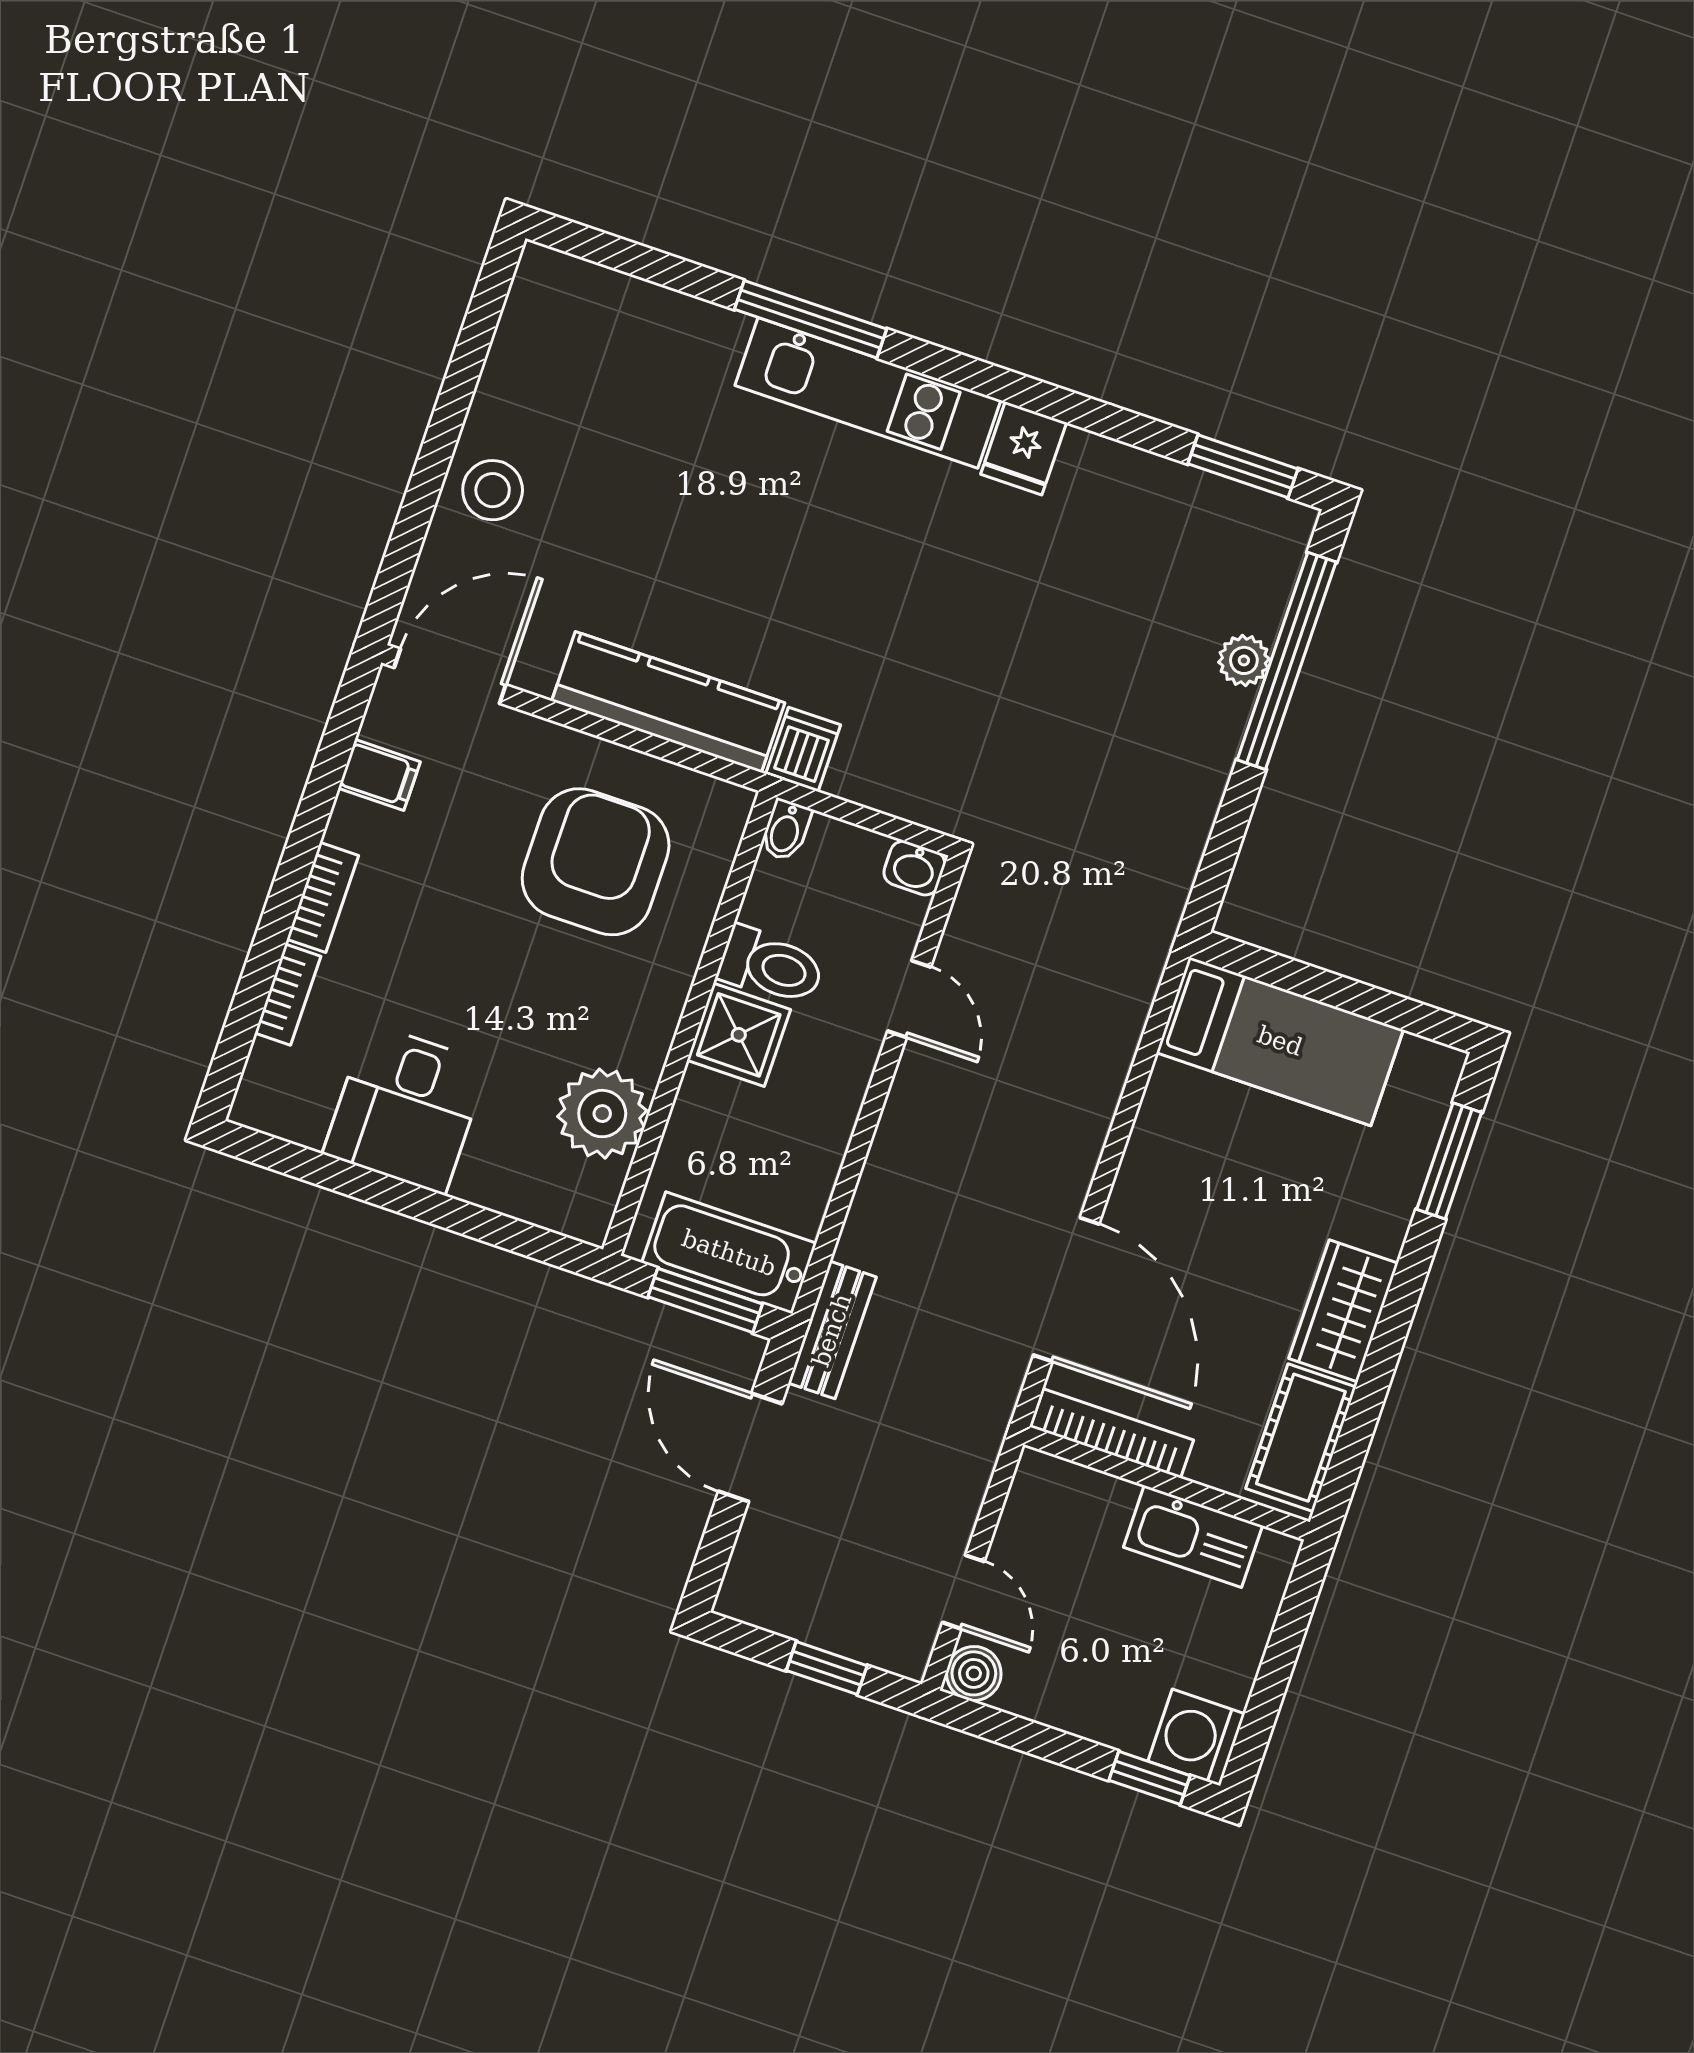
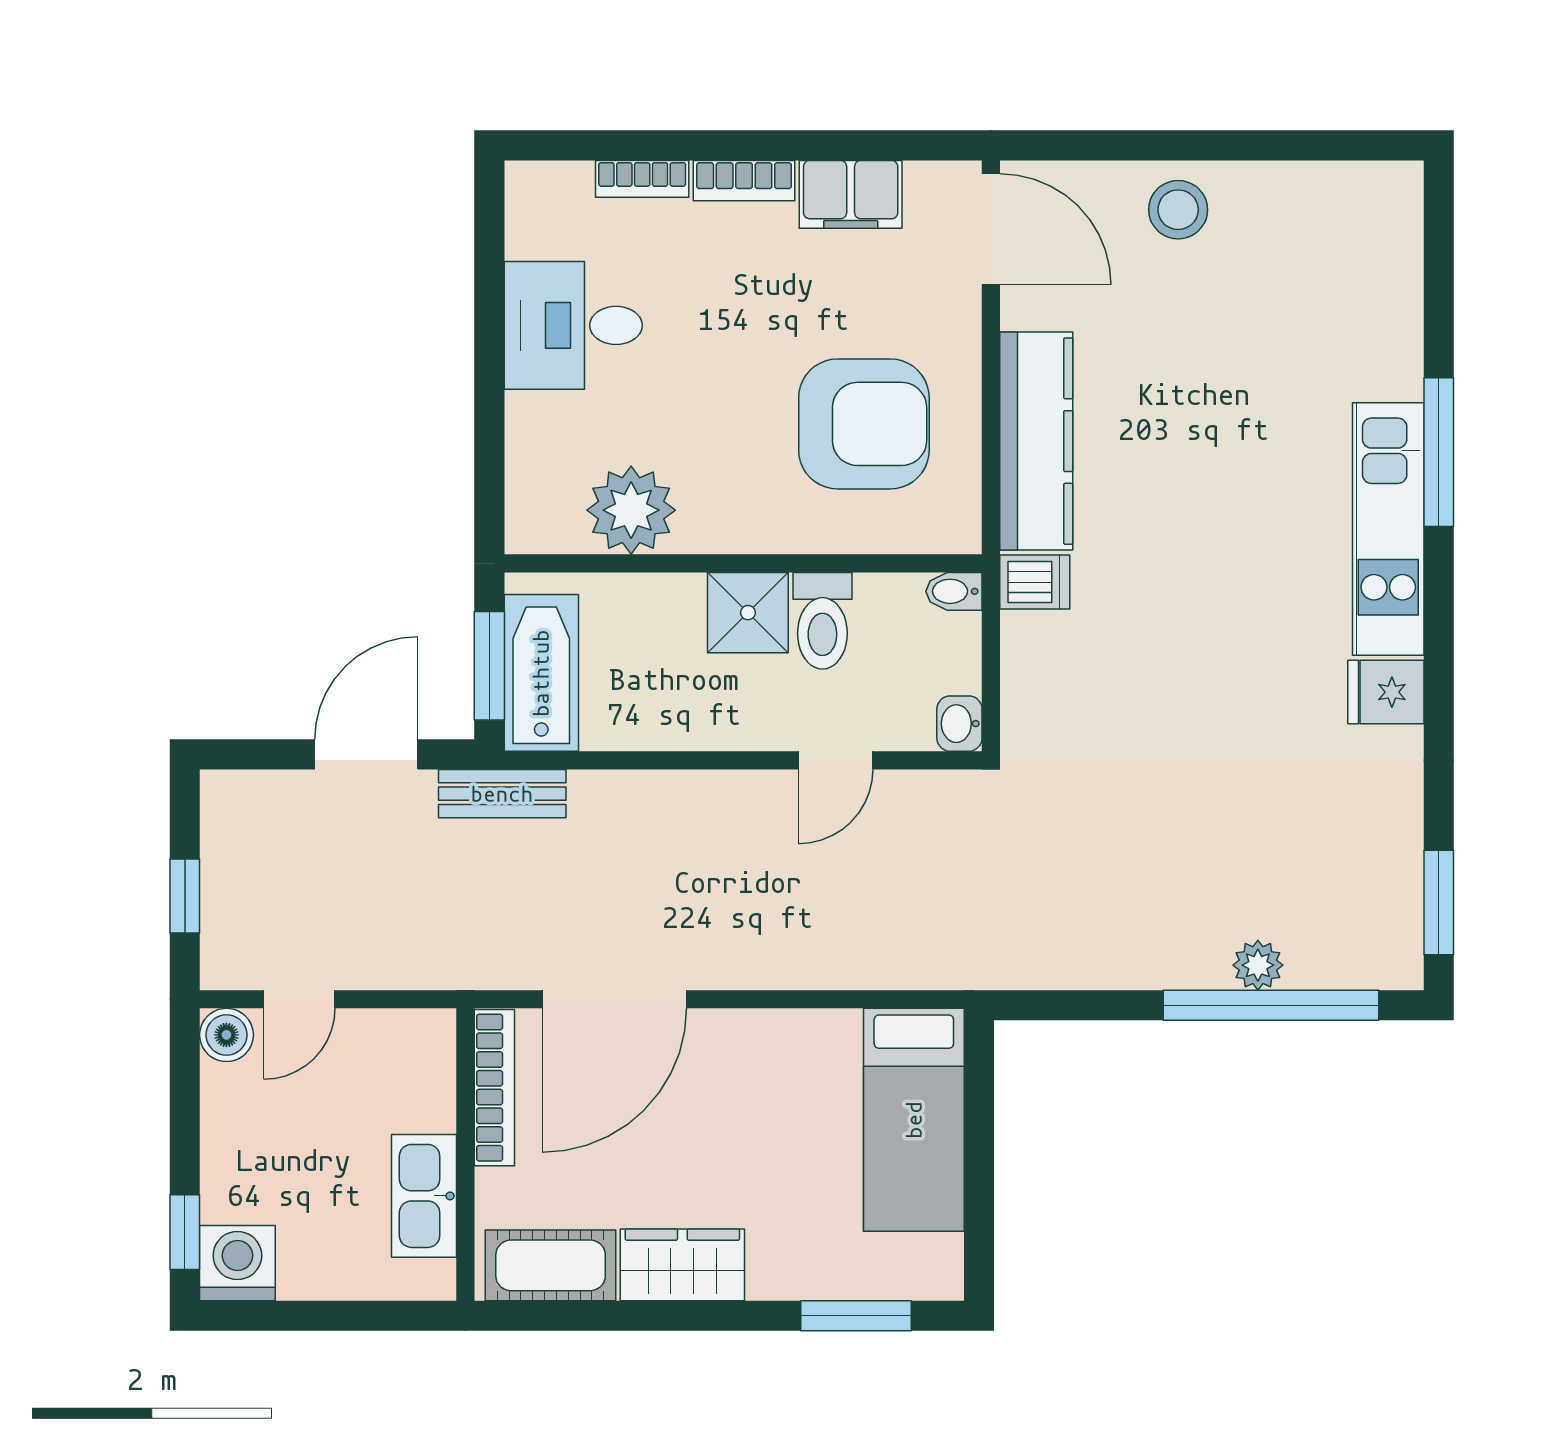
filing cabinet: (379, 775) -> (851, 194), width x2.00

